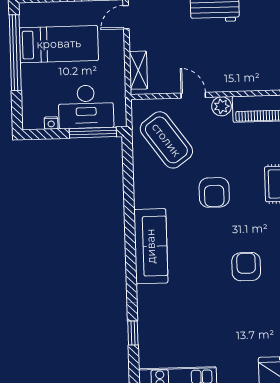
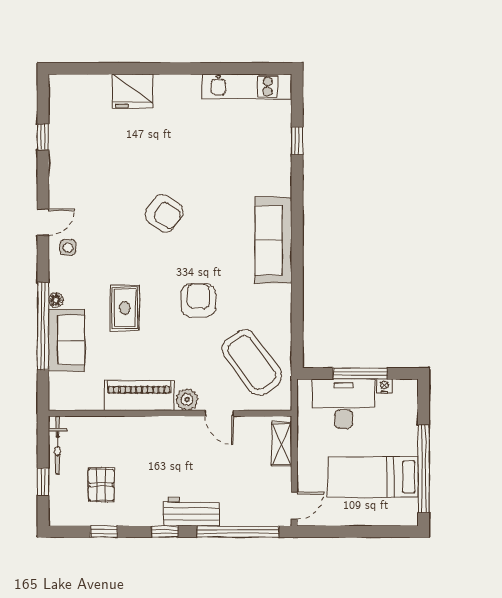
window: (93, 133) -> (360, 373), moved
armchair: (246, 267) -> (164, 213), turned -56

